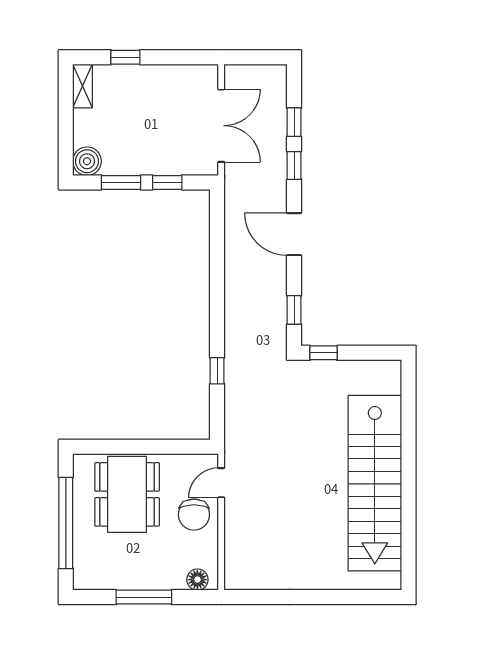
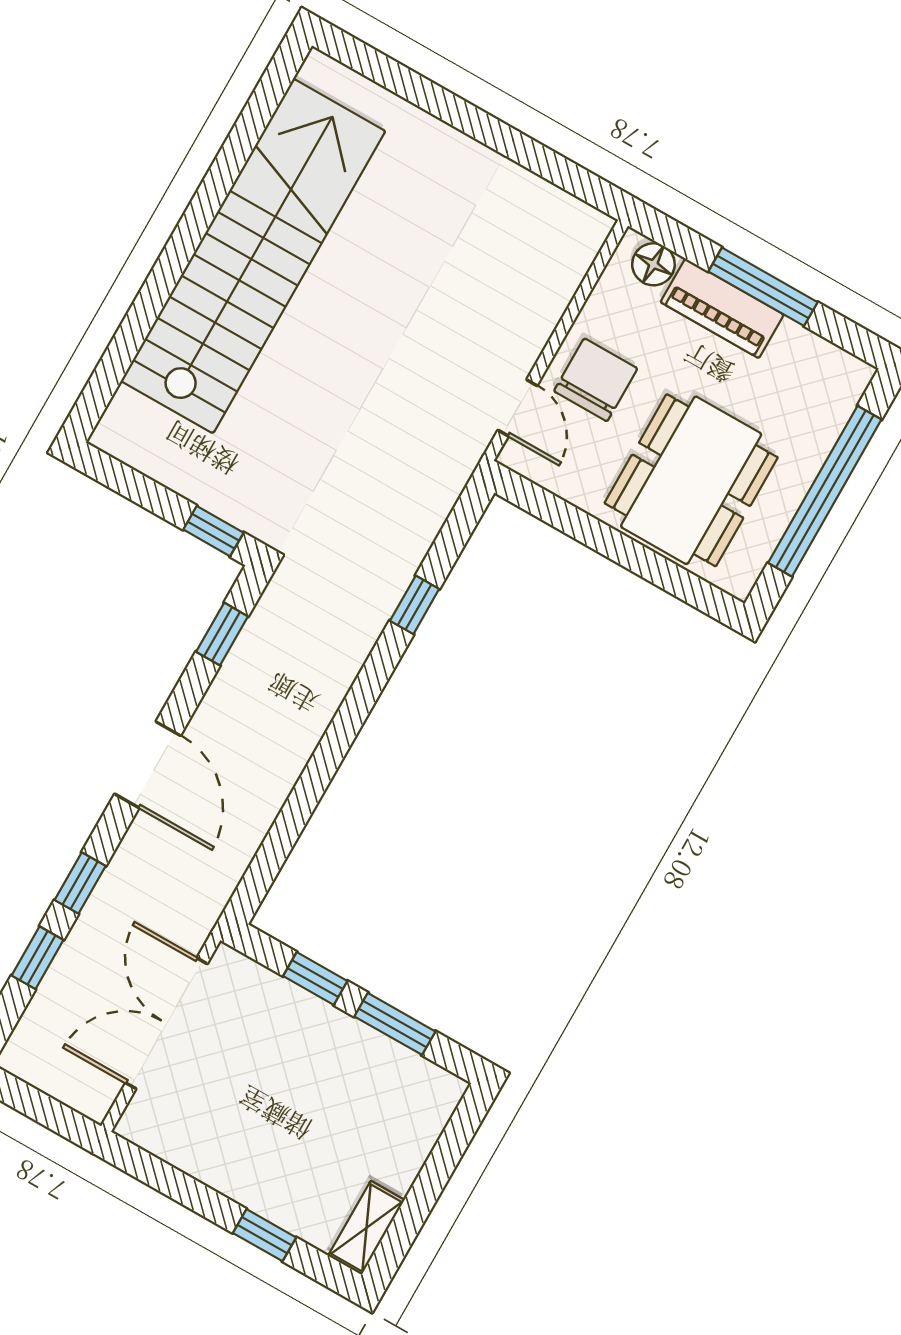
boiler: (87, 161) -> (433, 1094), removed
door: (221, 483) -> (517, 408), hinge flipped
piano: (156, 577) -> (722, 308), added

